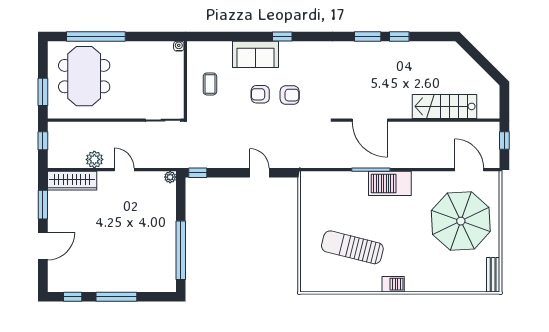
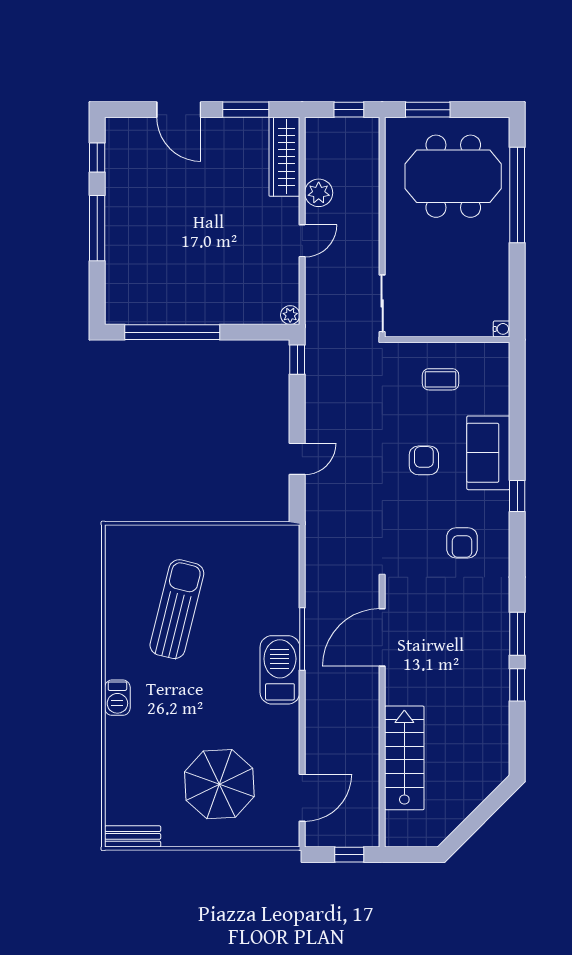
armchair: (290, 95) -> (462, 543), moved
parasol: (461, 221) -> (219, 784), width x0.73, depth x0.73
barbecue: (393, 284) -> (117, 698), moved

